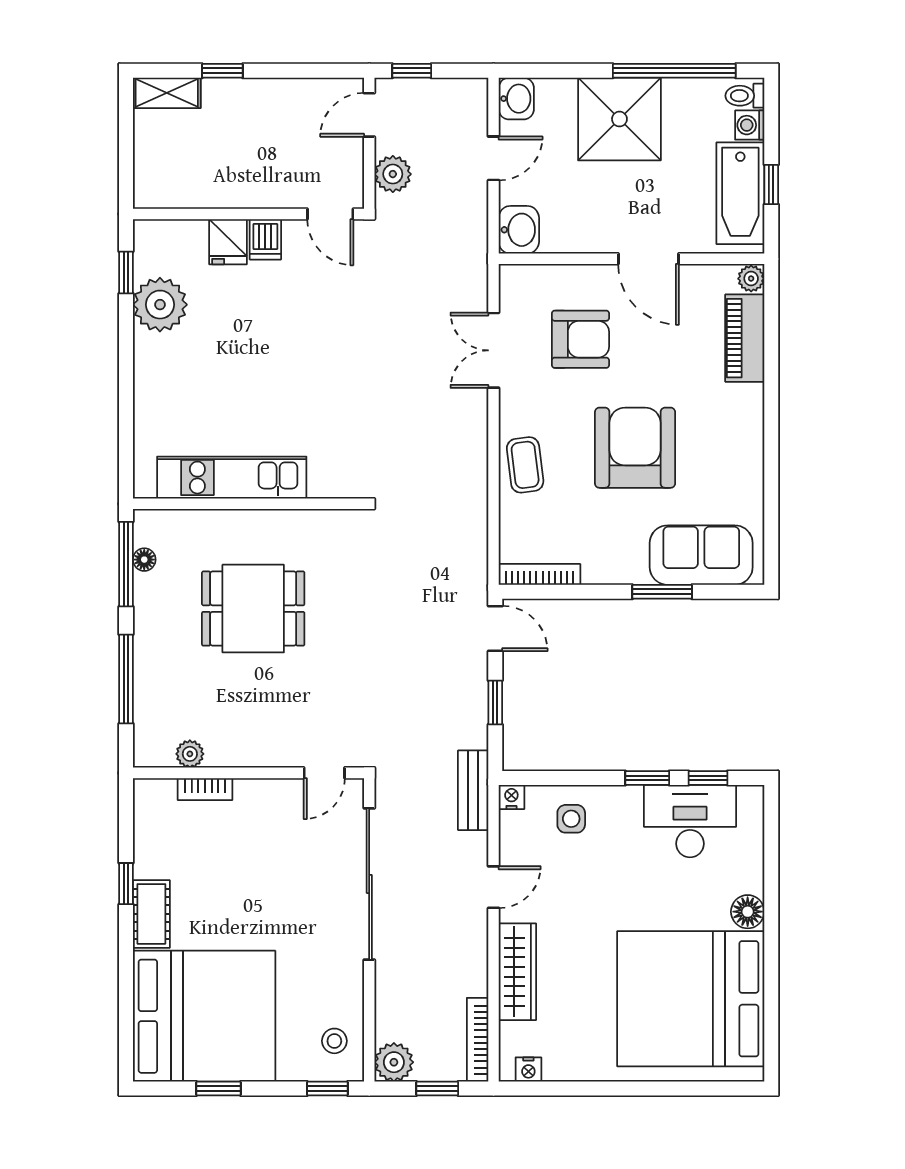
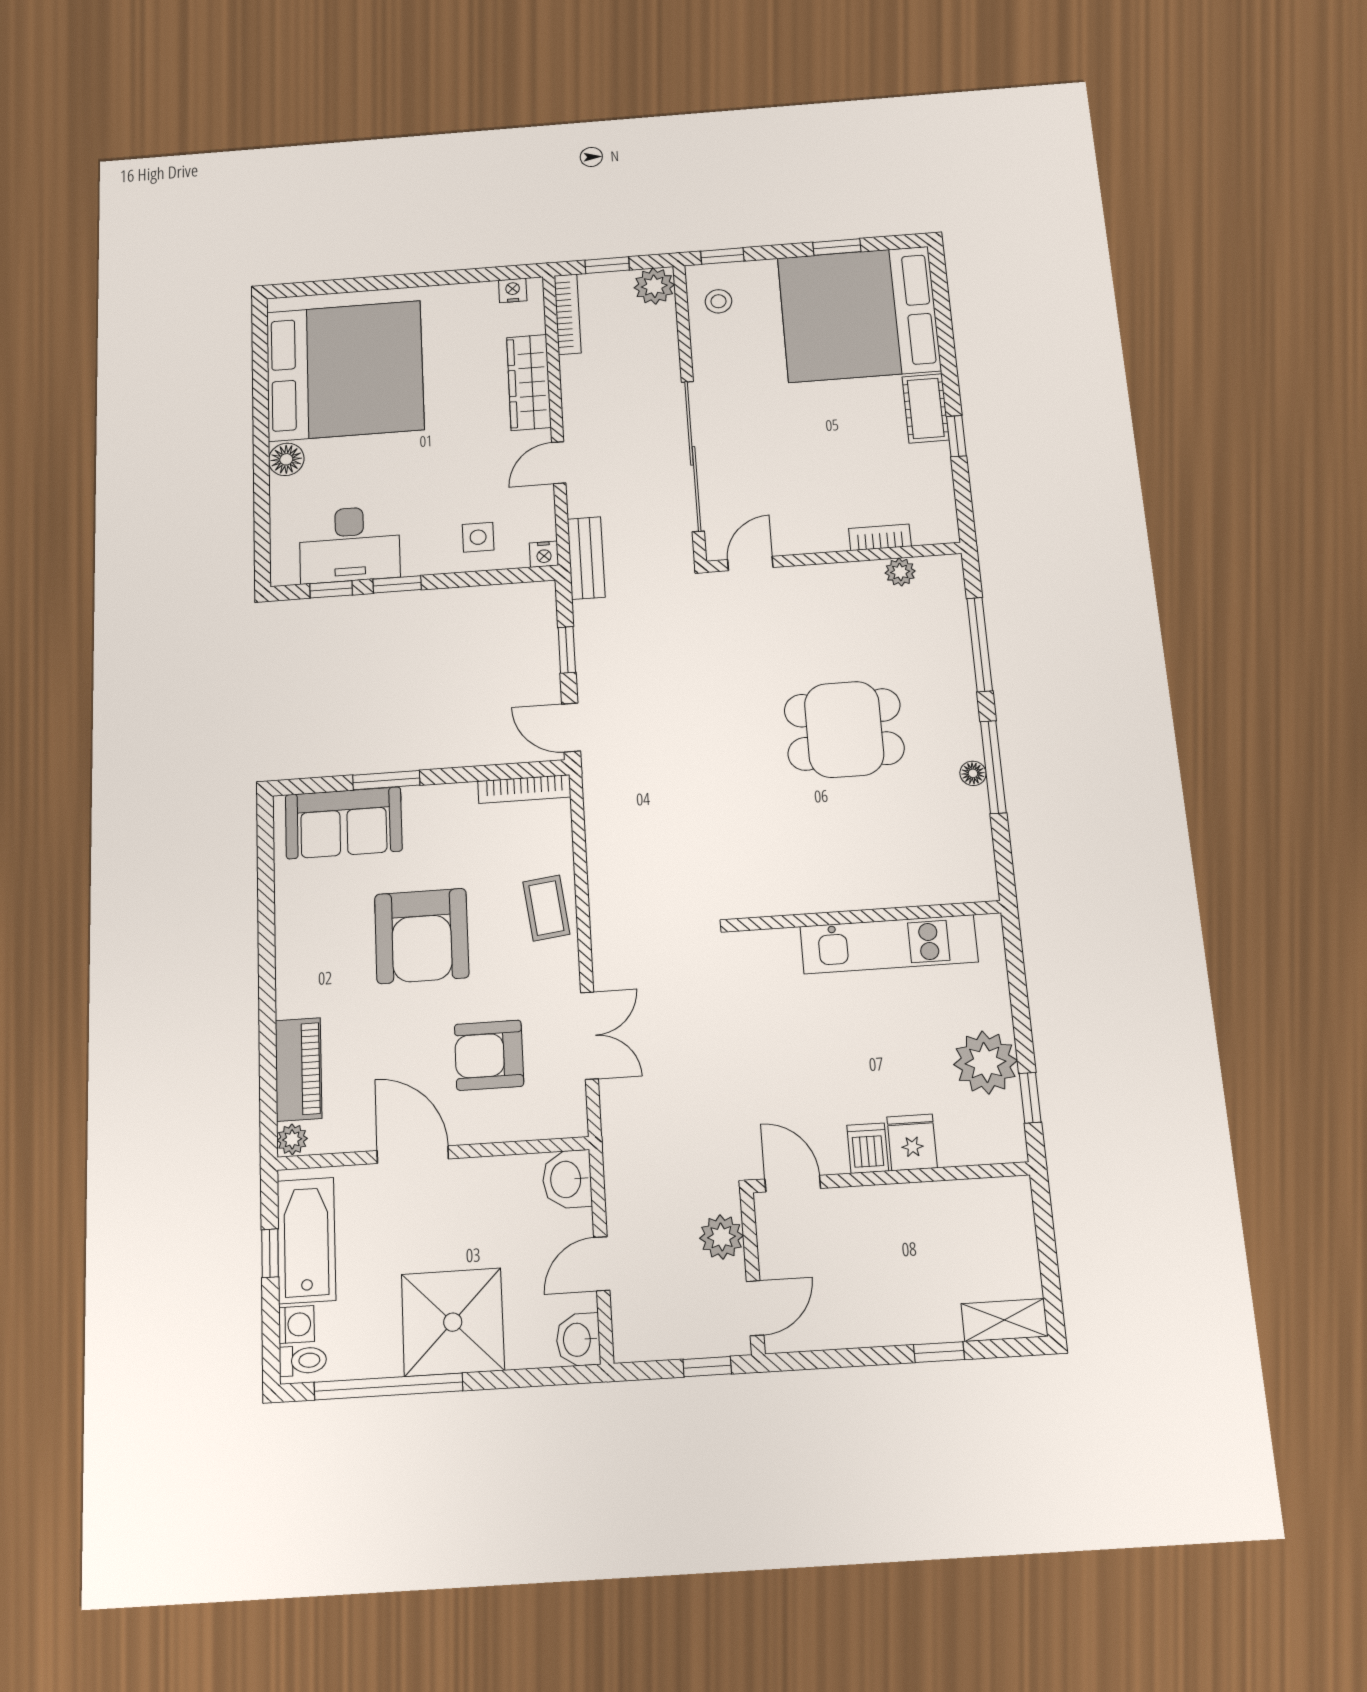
kitchen unit: (232, 478) -> (889, 944), moved
wall: (248, 504) -> (867, 916), moved

